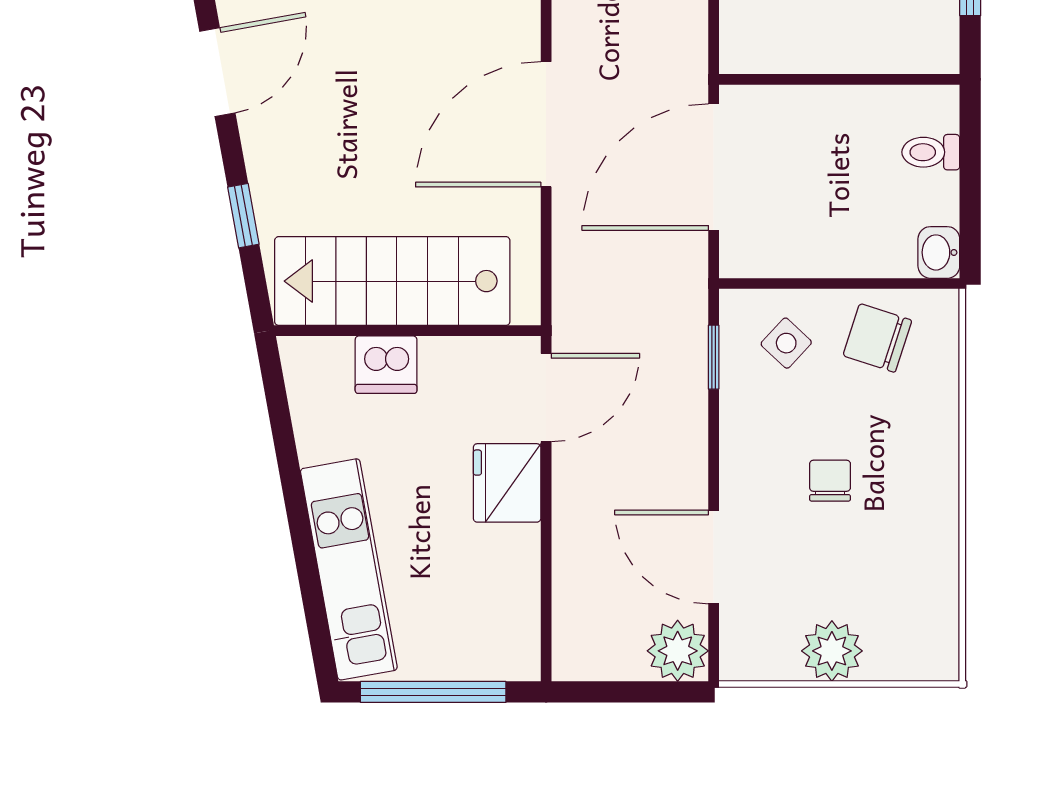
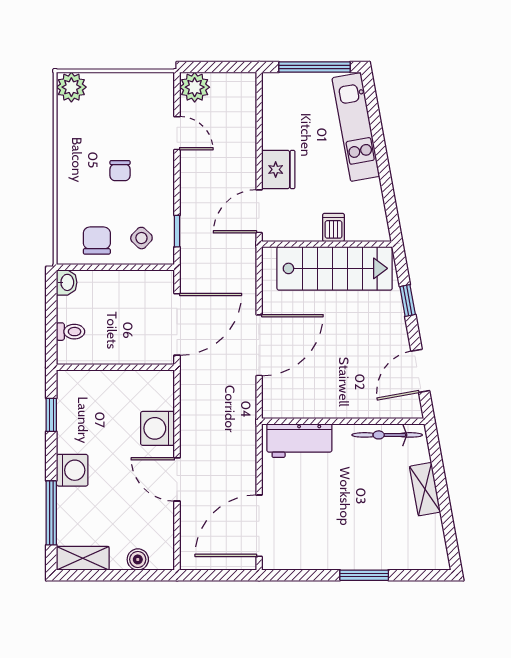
chair: (877, 338) -> (97, 241), turned -108
dishwasher: (386, 365) -> (333, 227), width x0.73
door: (714, 557) -> (177, 133), width x0.73
plant: (832, 651) -> (71, 87), moved

